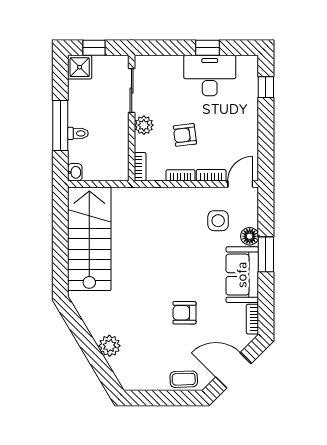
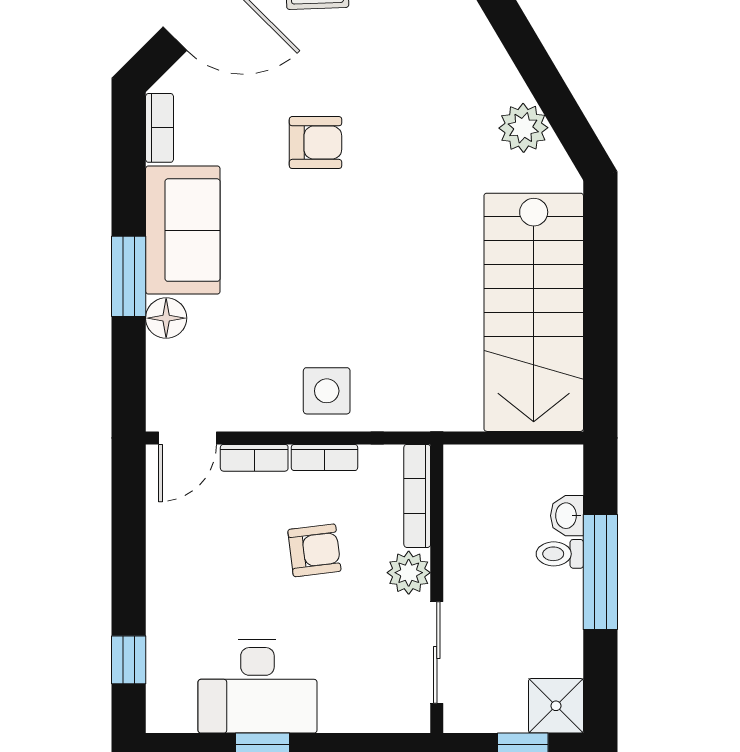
bookcase: (140, 167) -> (417, 496), width x1.56
washbasin: (75, 172) -> (567, 516), moved
side table: (218, 221) -> (327, 391), moved
plant: (110, 346) -> (523, 128), moved

